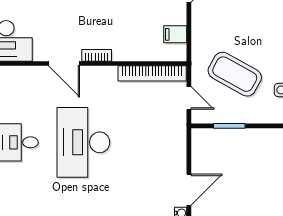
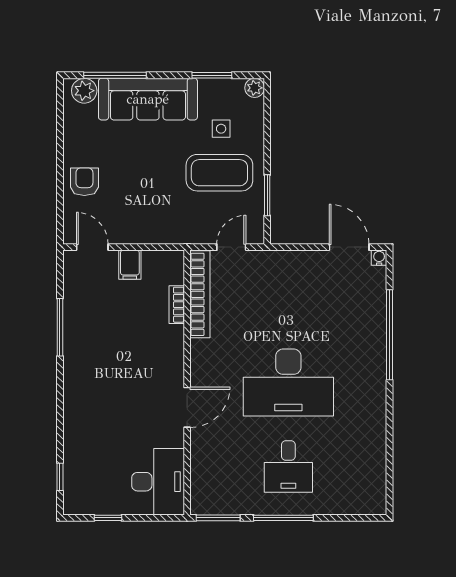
filing cabinet: (175, 34) -> (130, 265), moved
bookcase: (97, 55) -> (177, 305), moved
coffee table: (235, 74) -> (219, 173), moved, turned 61

